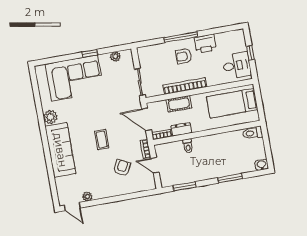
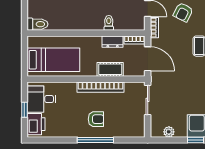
printer: (205, 44) -> (36, 124), moved, turned 90

